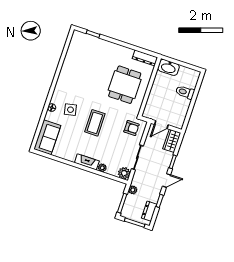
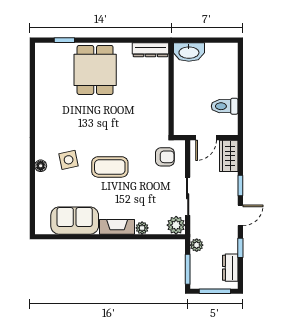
dining table: (125, 85) -> (95, 70), moved
toilet: (185, 92) -> (225, 106), moved
coffee table: (95, 123) -> (110, 167), turned 90
sofa: (47, 137) -> (75, 221), moved, turned -90

